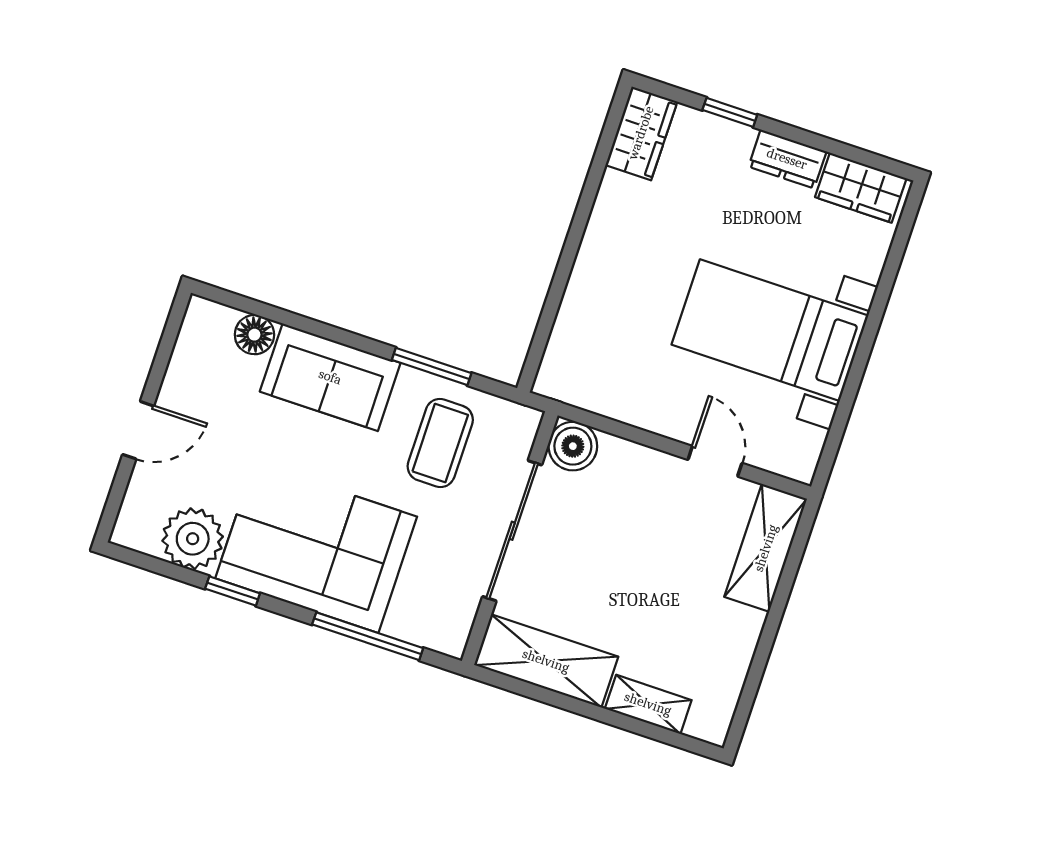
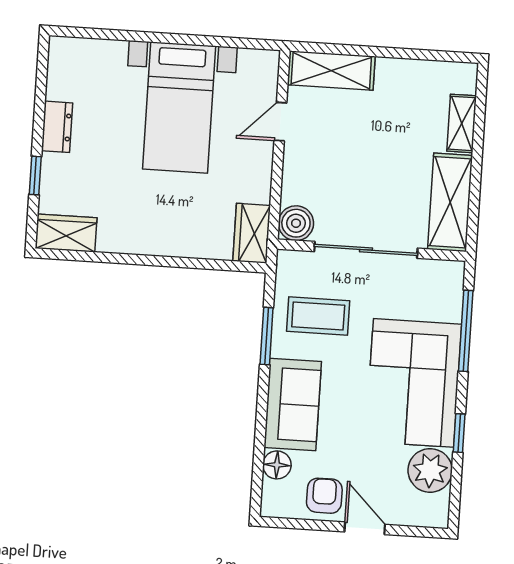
wardrobe: (861, 188) -> (252, 233), moved, turned 180
armchair: (196, 387) -> (324, 496), added

